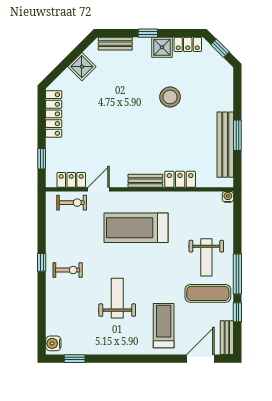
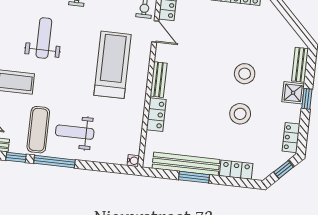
shower: (162, 47) -> (293, 93), moved
shower: (82, 67) -> (281, 29), removed
locker: (225, 95) -> (236, 170), added
stool: (130, 97) -> (245, 74), added
weight bench: (117, 298) -> (44, 38), turned -90

